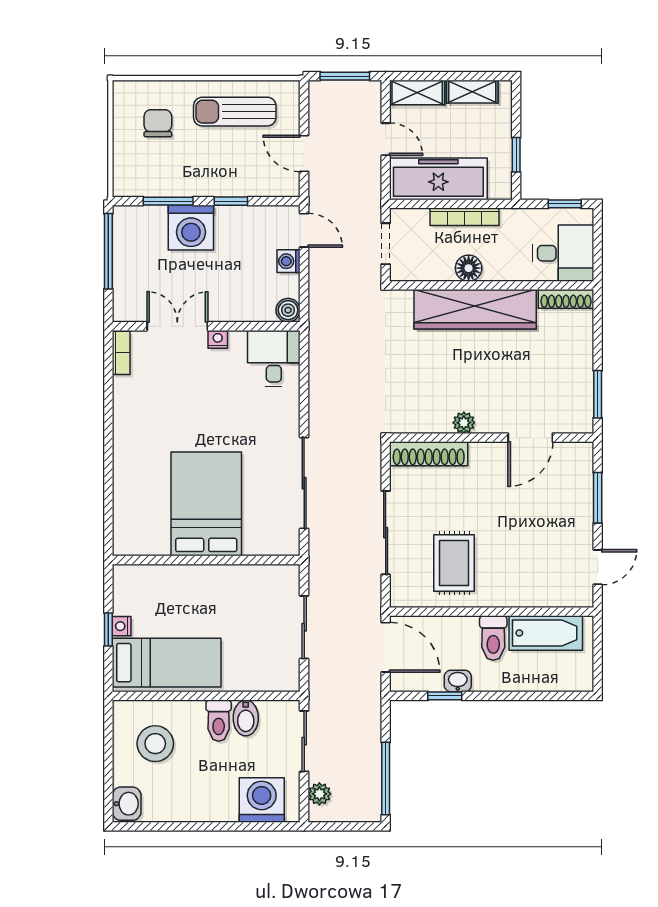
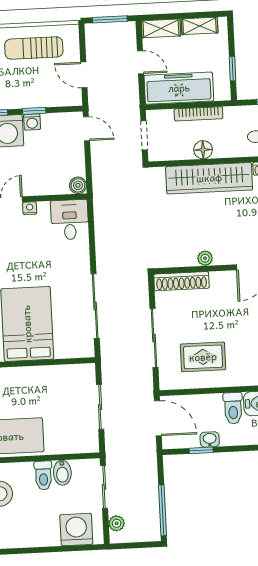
washing machine: (289, 261) -> (32, 122), moved, turned -90
rug: (454, 563) -> (203, 357), turned 90

